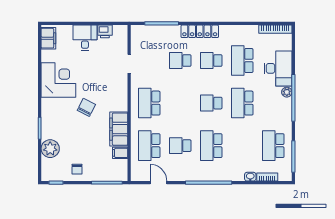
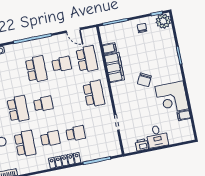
filing cabinet: (48, 38) -> (184, 115), moved, width x0.50
plant: (50, 149) -> (163, 21), moved

